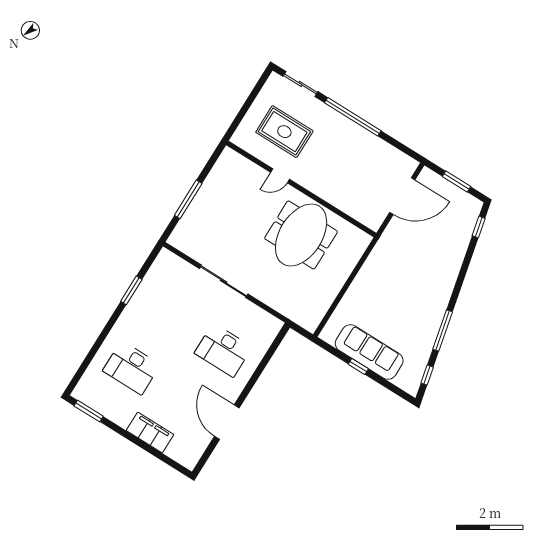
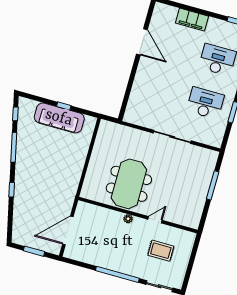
rug: (284, 132) -> (161, 251), width x0.73, depth x0.70
plant: (316, 188) -> (128, 219), added
window: (479, 227) -> (12, 190), moved
desk: (223, 350) -> (205, 103), moved

